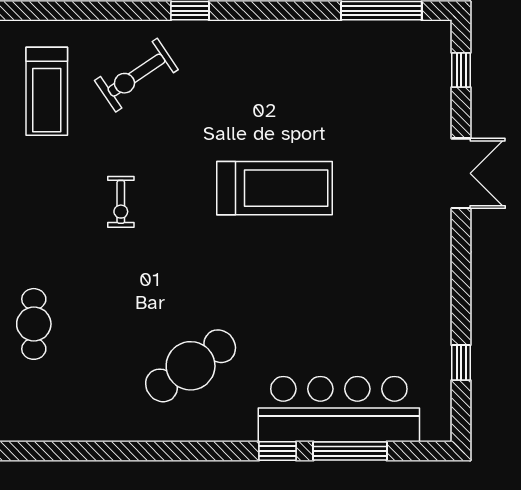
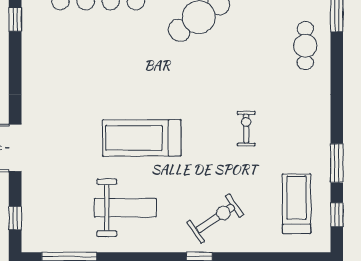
exercise bike: (136, 75) -> (215, 218), moved
weight bench: (299, 85) -> (125, 208), added

